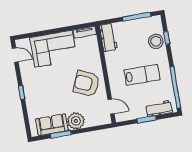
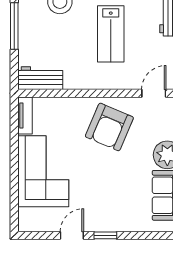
door: (15, 55) -> (72, 235), moved
lab bench: (142, 75) -> (111, 34), turned 180

